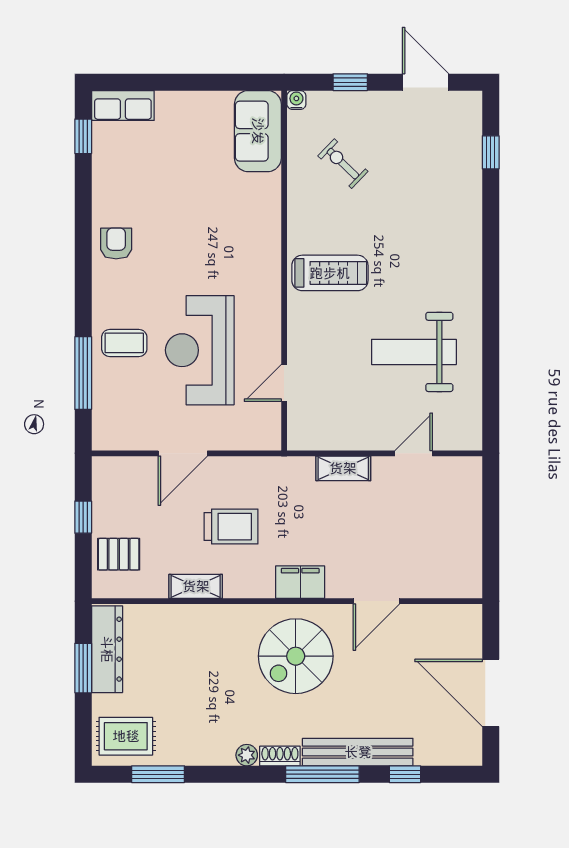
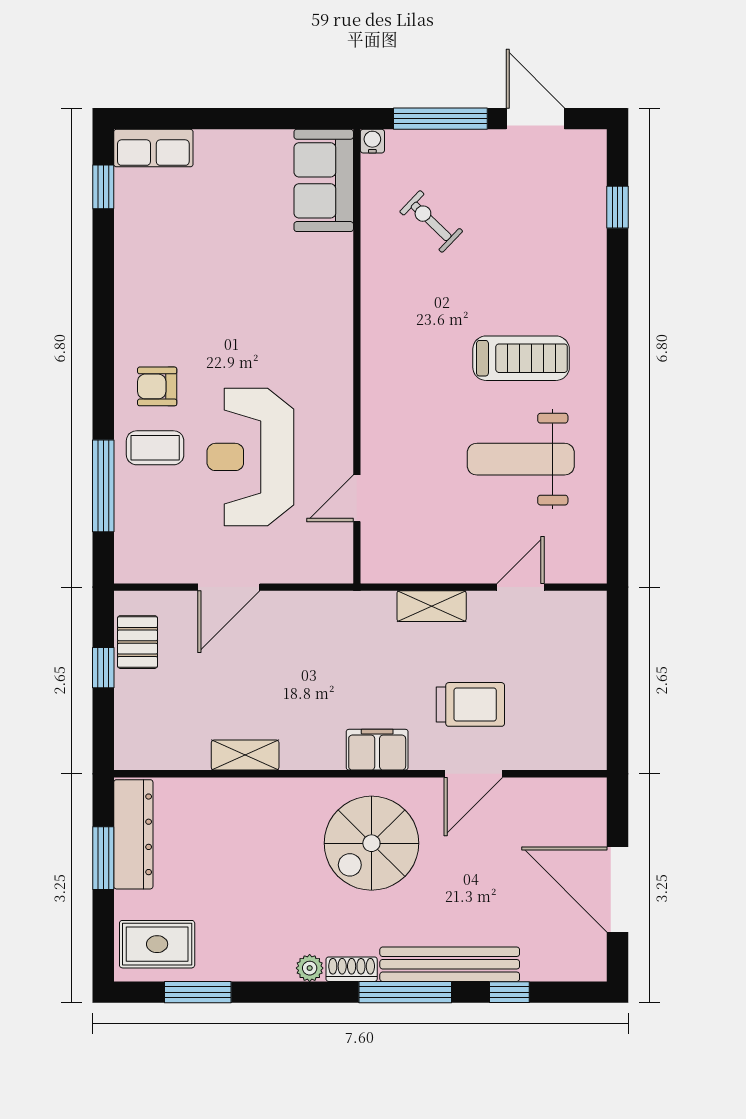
window: (350, 82) -> (440, 119), width x2.17
armchair: (116, 244) -> (157, 386), moved, turned -90
treadmill: (330, 273) -> (521, 358), moved
trolley: (231, 527) -> (470, 704), moved
pallet: (119, 554) -> (138, 642), moved, turned 90

